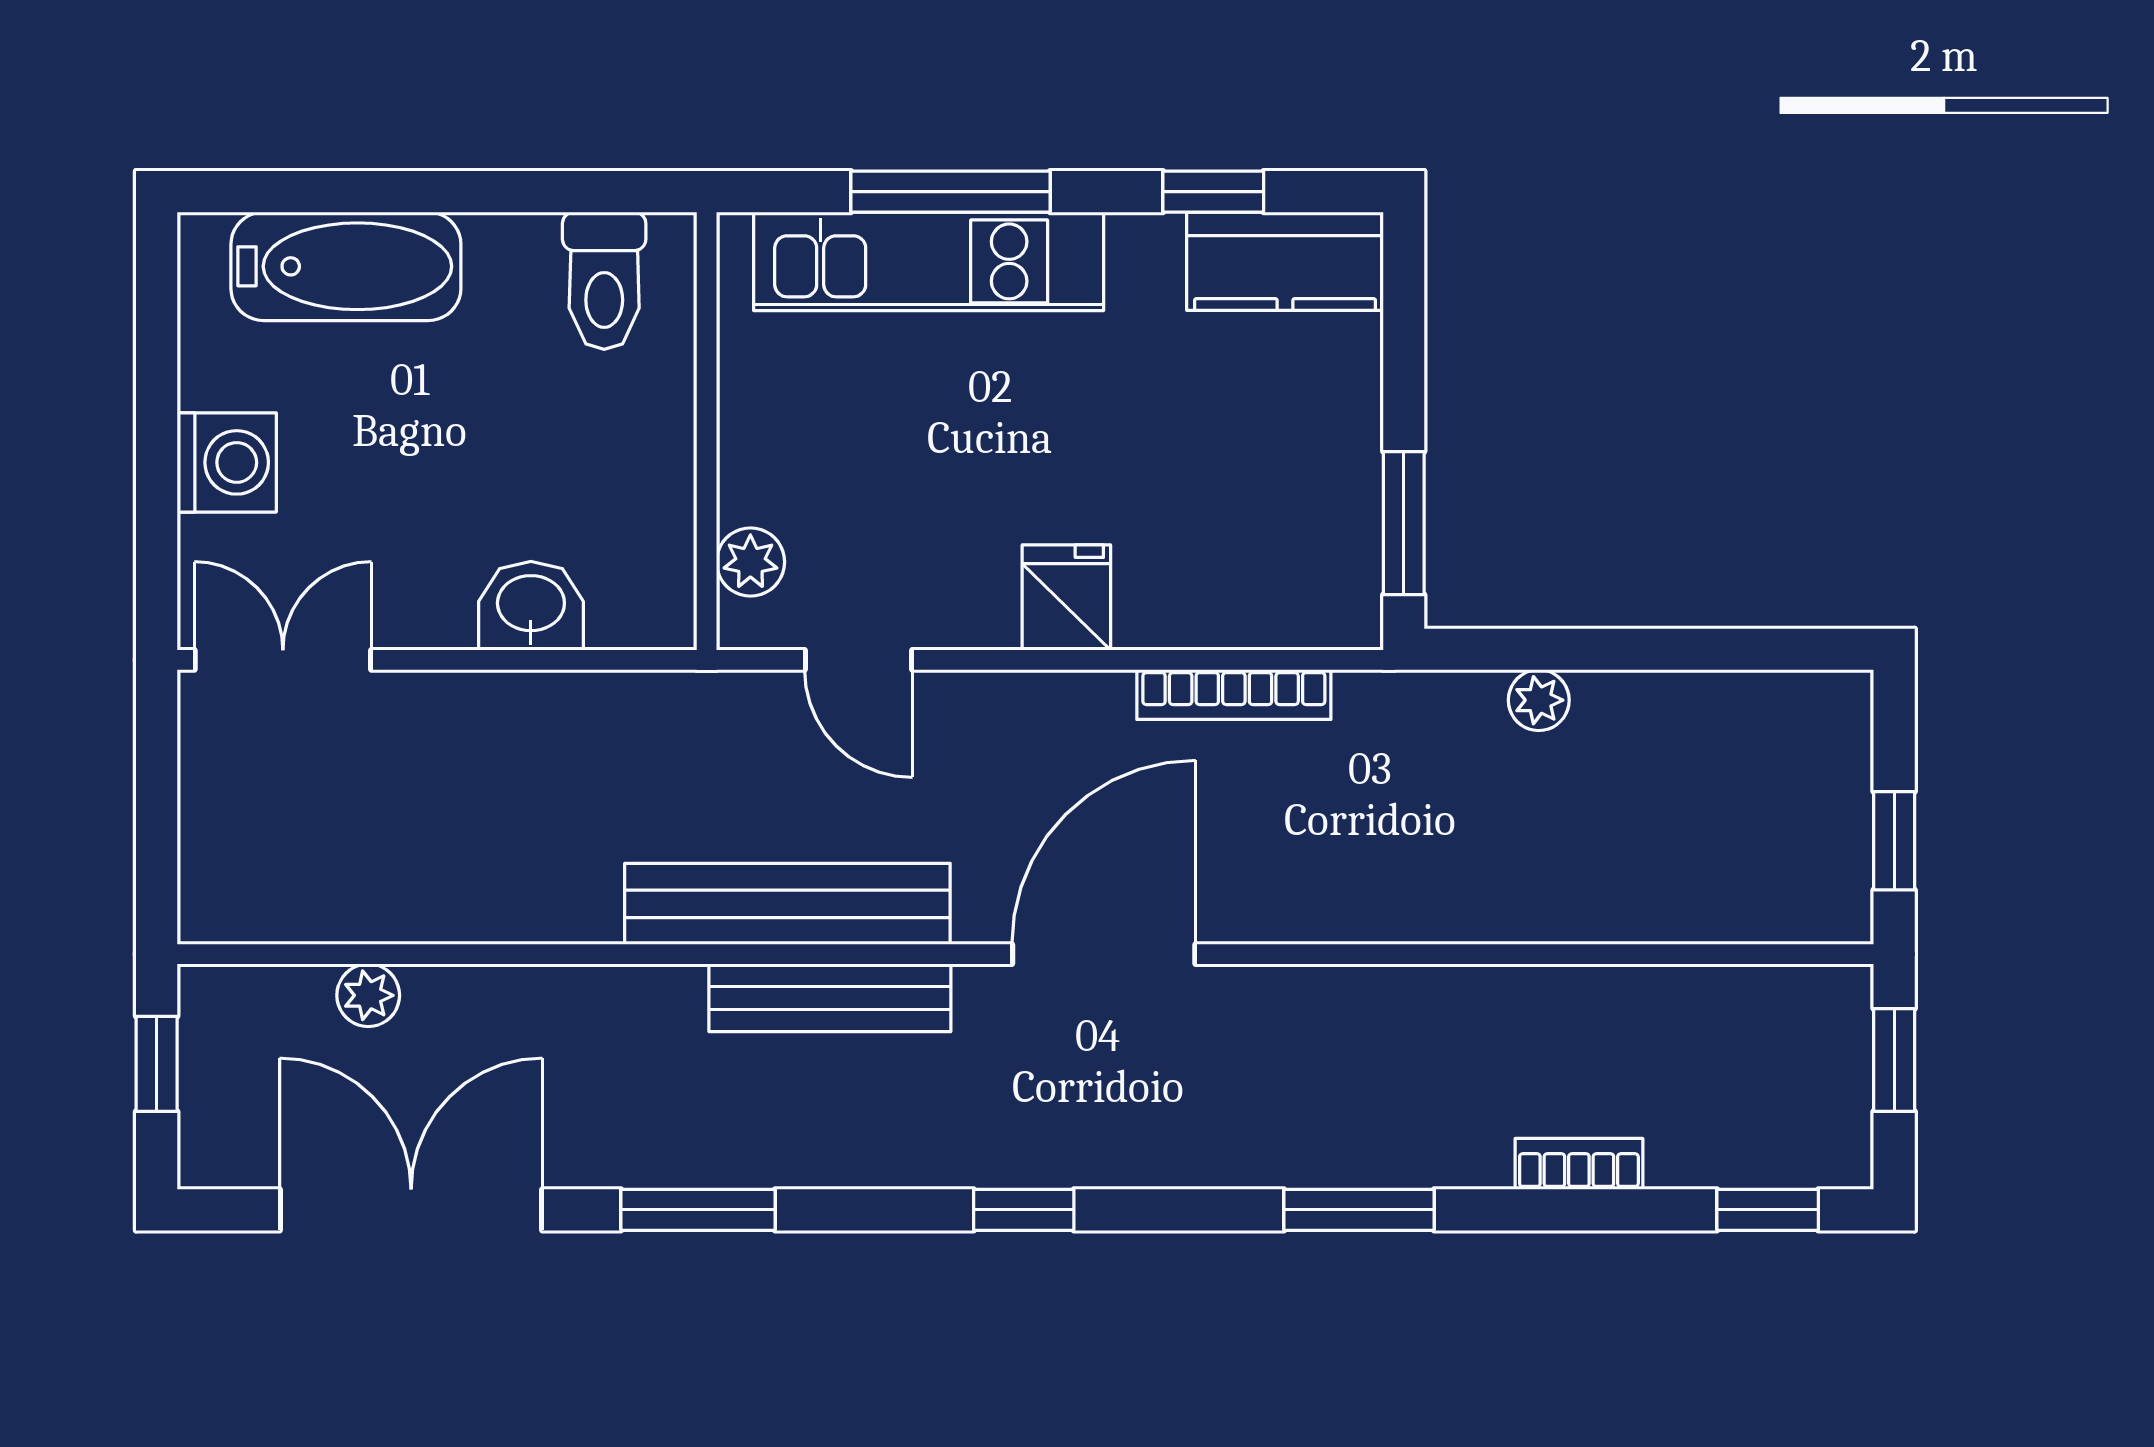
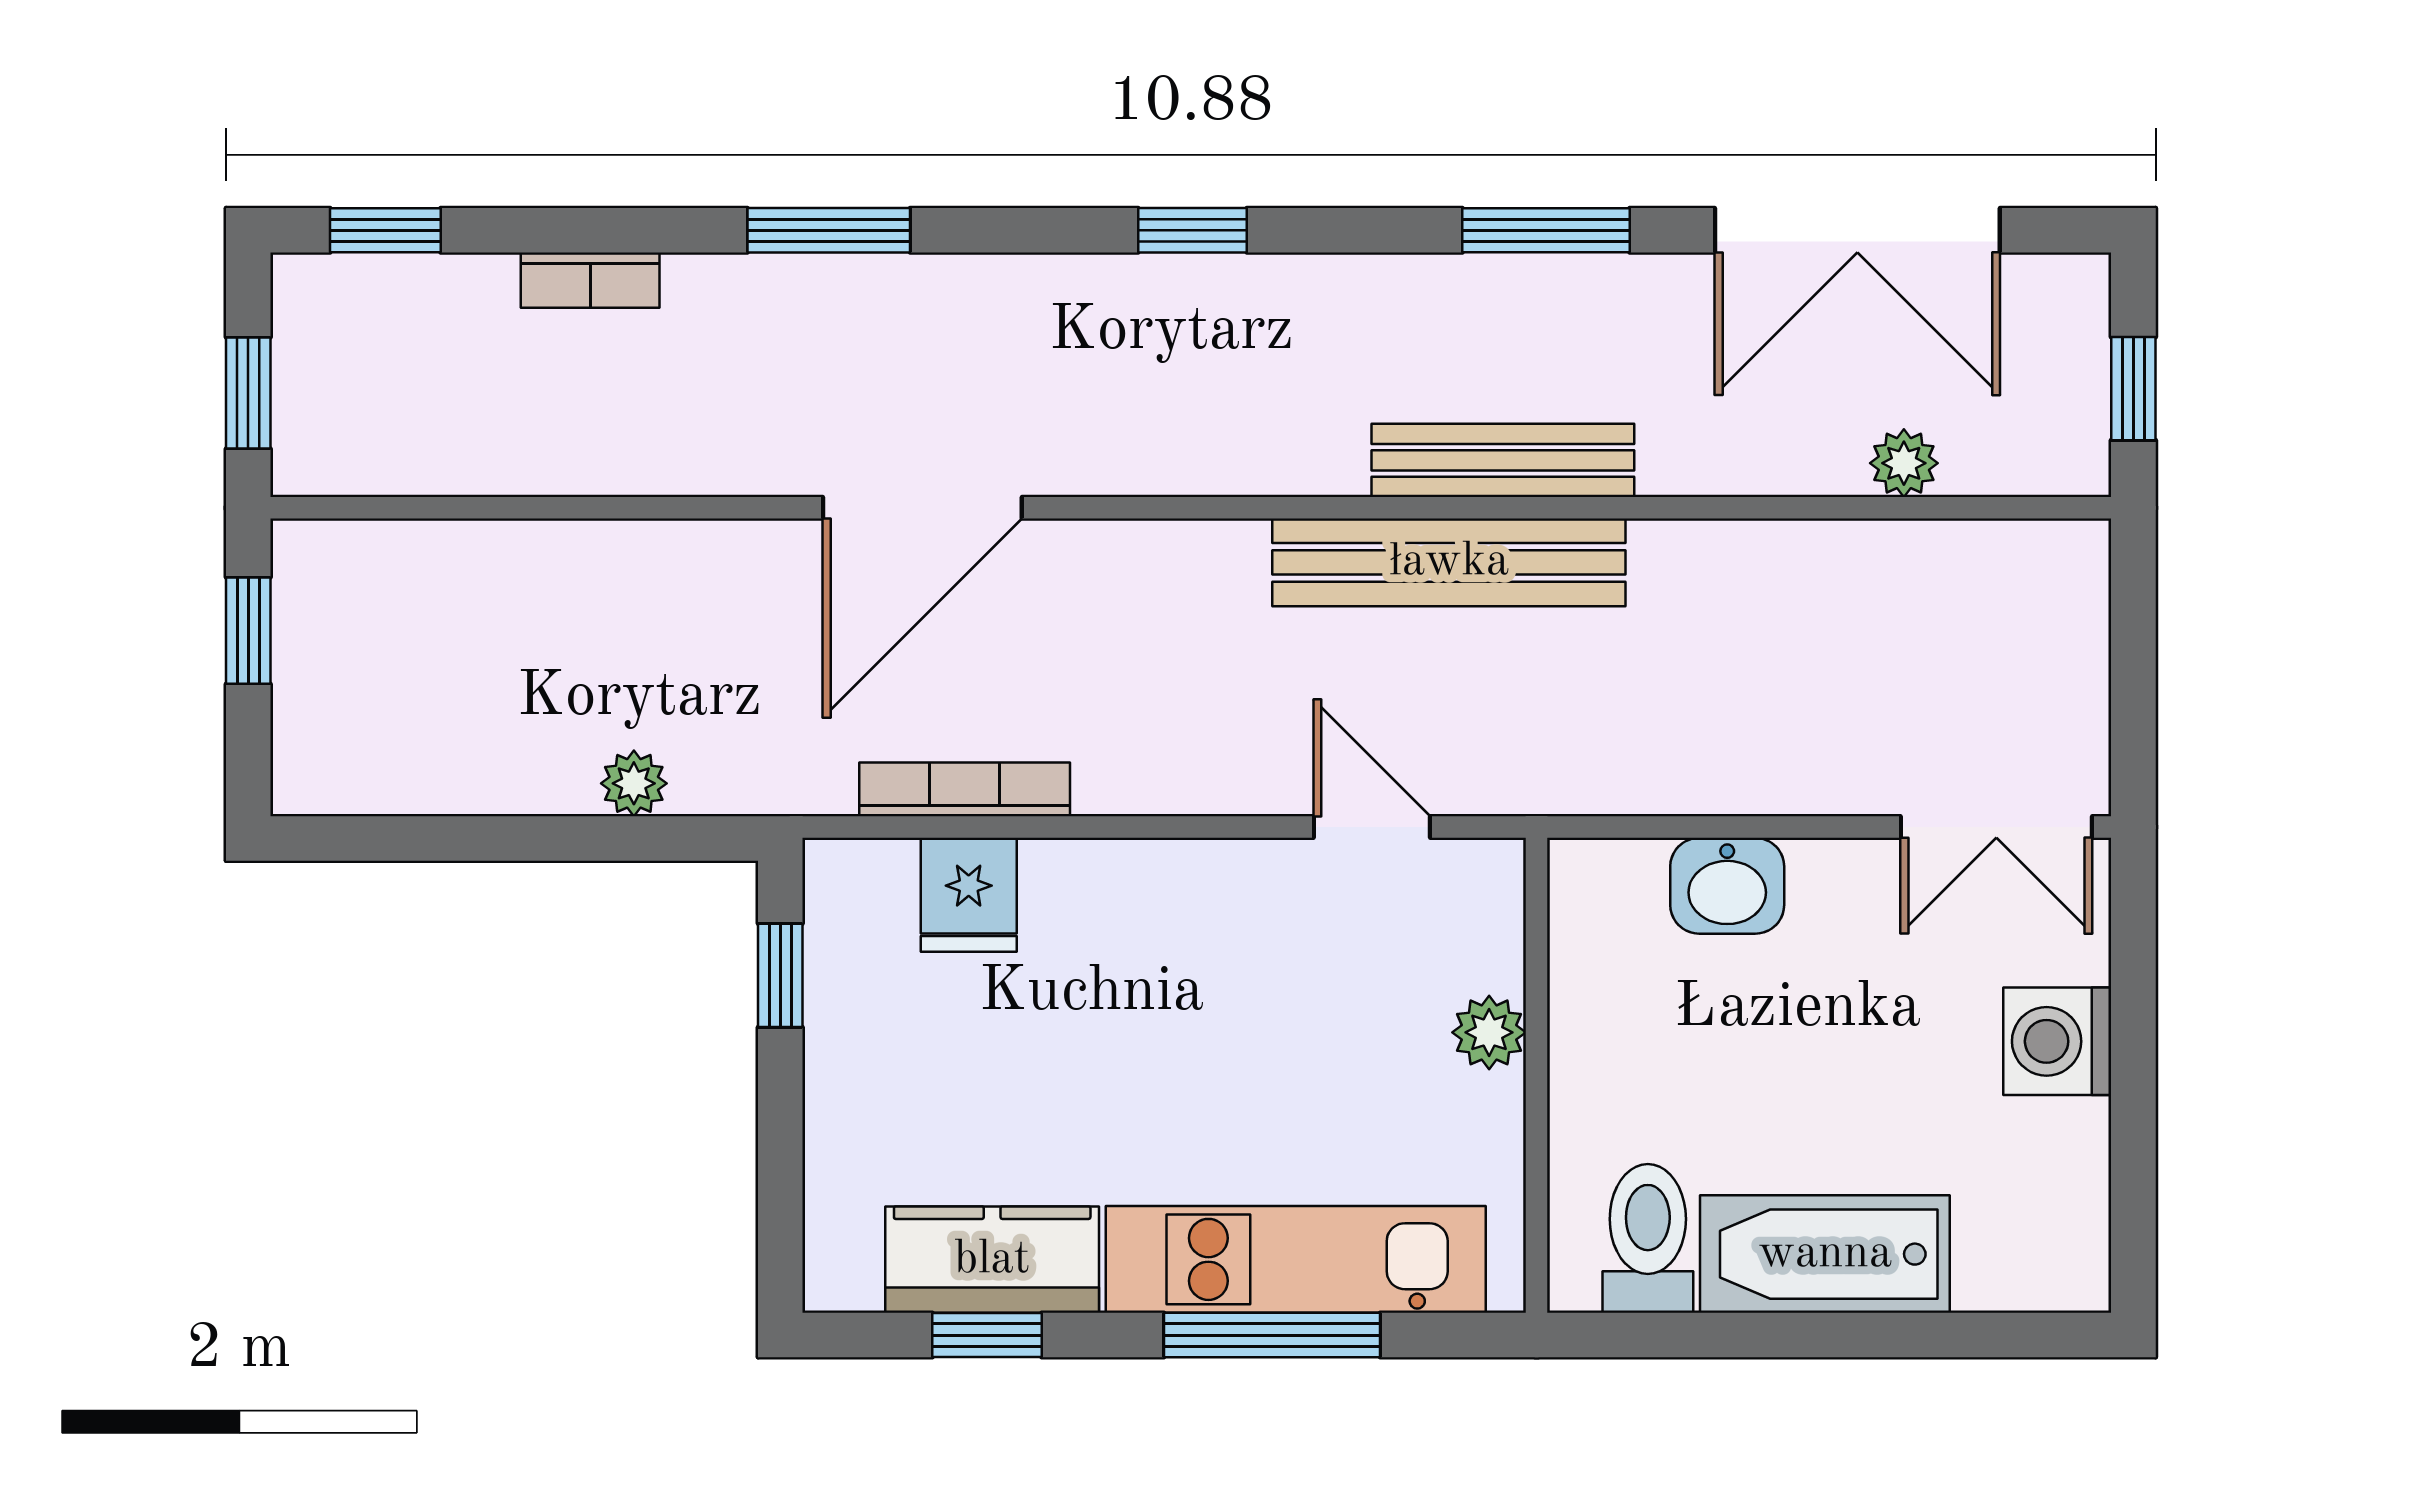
kitchen counter: (1285, 261) -> (992, 1260), moved
bathtub: (346, 266) -> (1825, 1254), moved
window: (1404, 523) -> (780, 975), width x0.67
plant: (750, 562) -> (1489, 1032), moved
fridge: (1066, 597) -> (969, 895), moved
door: (1104, 954) -> (922, 508), moved
bench: (830, 998) -> (1503, 460), moved

